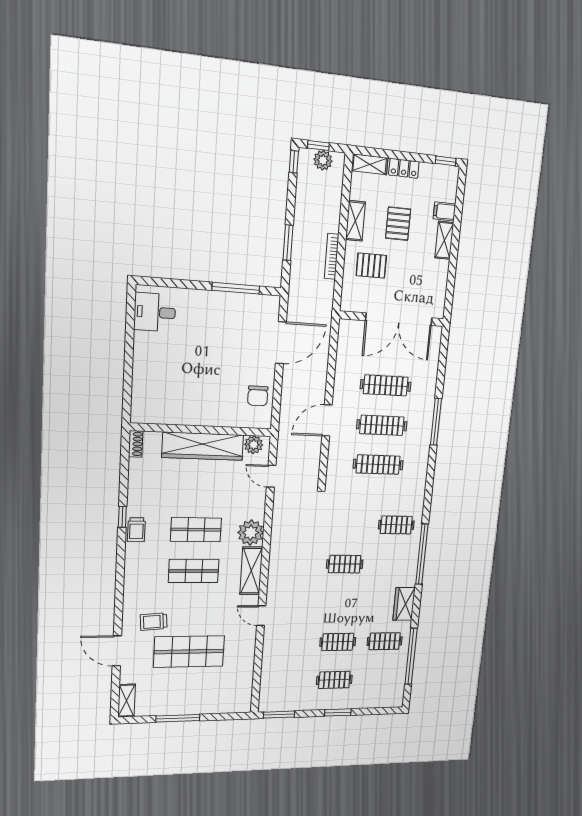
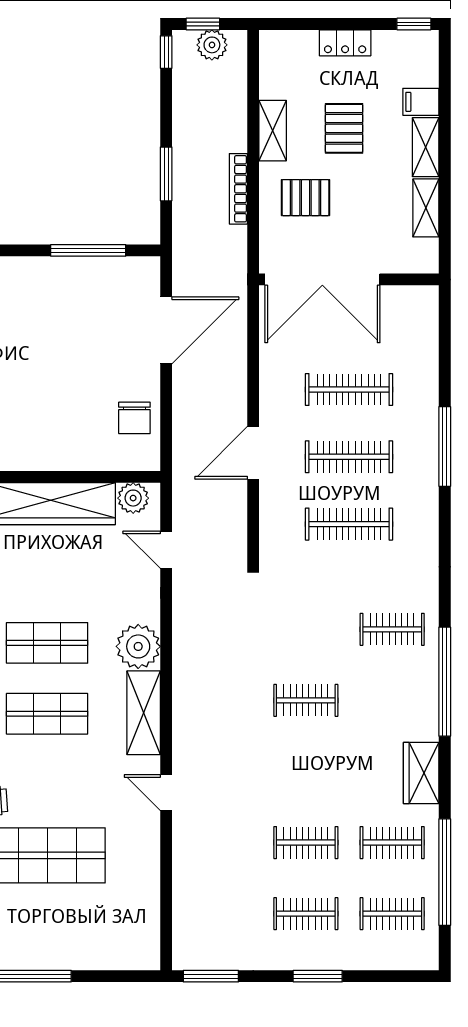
shelving: (370, 164) -> (426, 208), moved, turned 90
double door: (399, 319) -> (322, 279), moved
clothes rail: (381, 679) -> (392, 914), added

